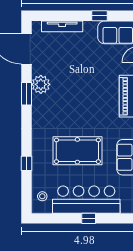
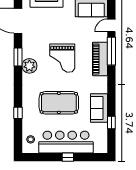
plant: (41, 84) -> (29, 66), moved
grand piano: (82, 95) -> (62, 58), added

